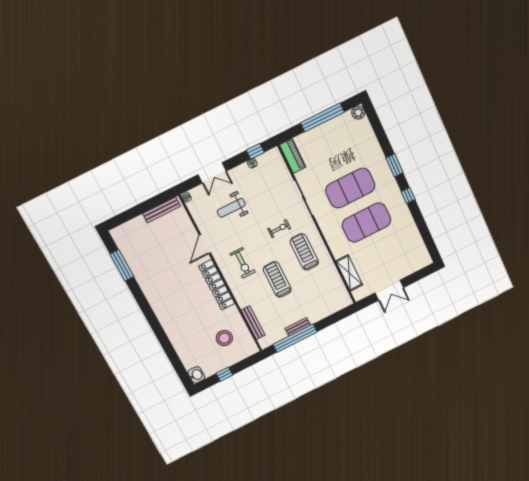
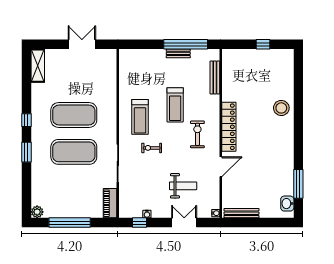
shelving: (349, 273) -> (38, 66), moved
stool: (224, 338) -> (281, 108), moved
washbasin: (196, 375) -> (287, 204), moved

